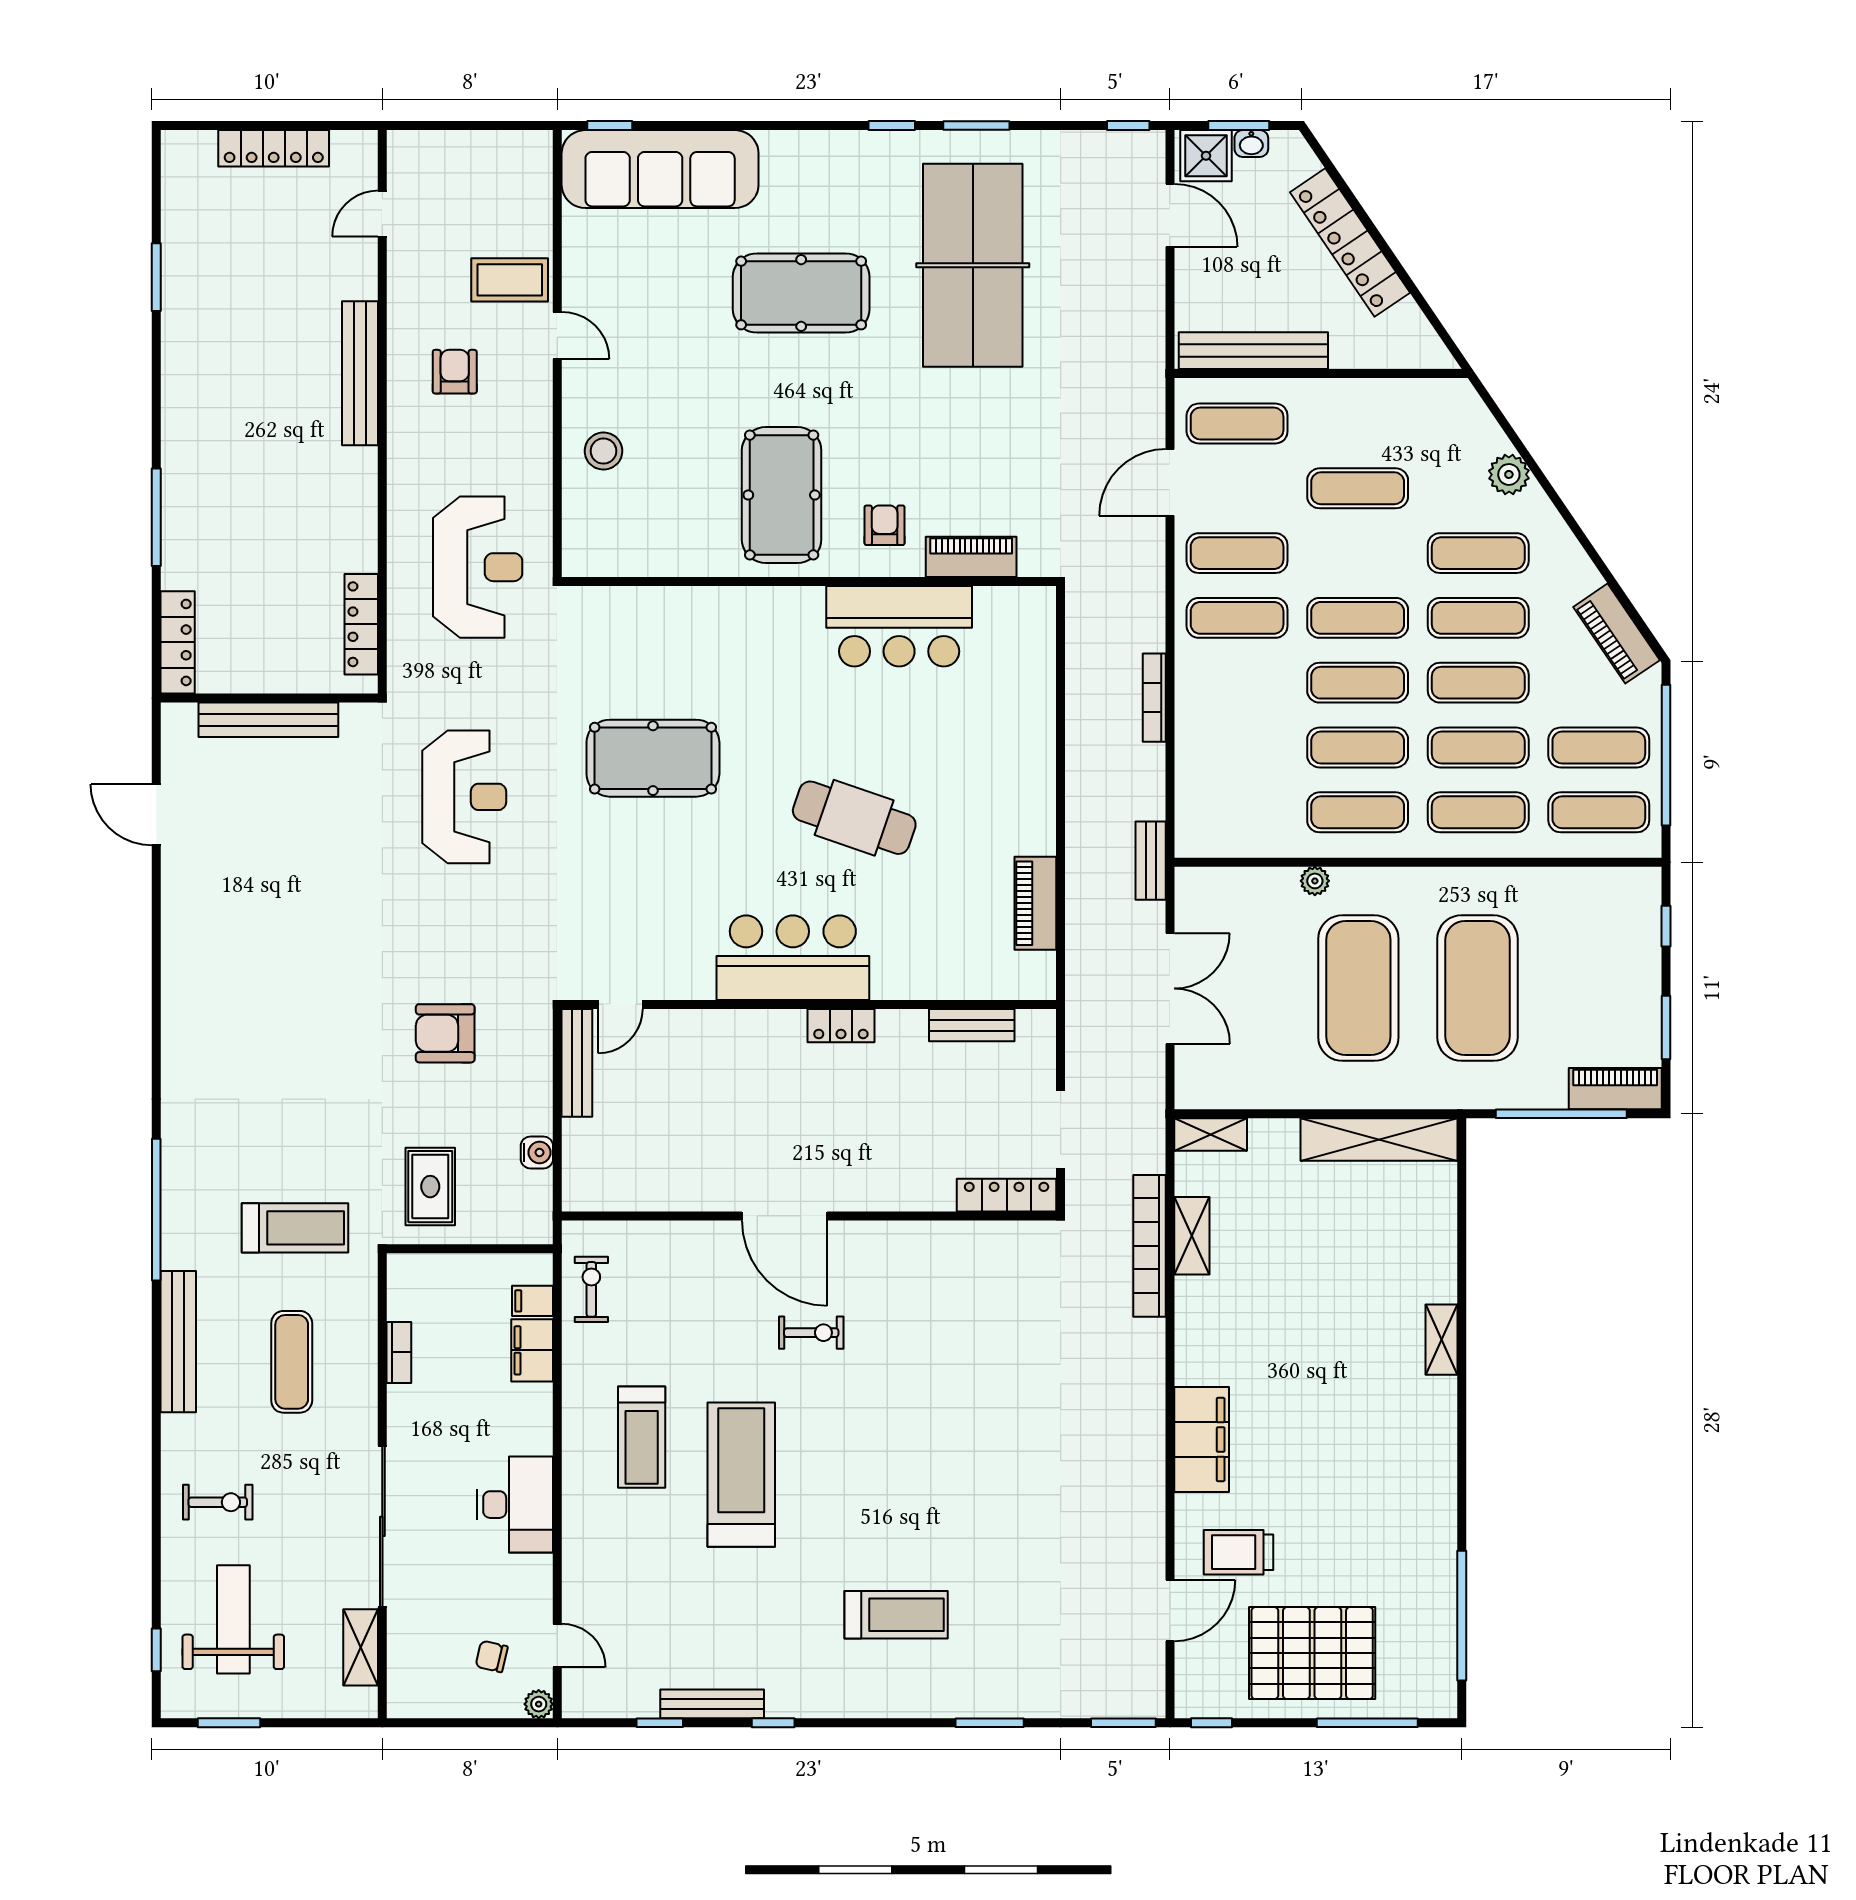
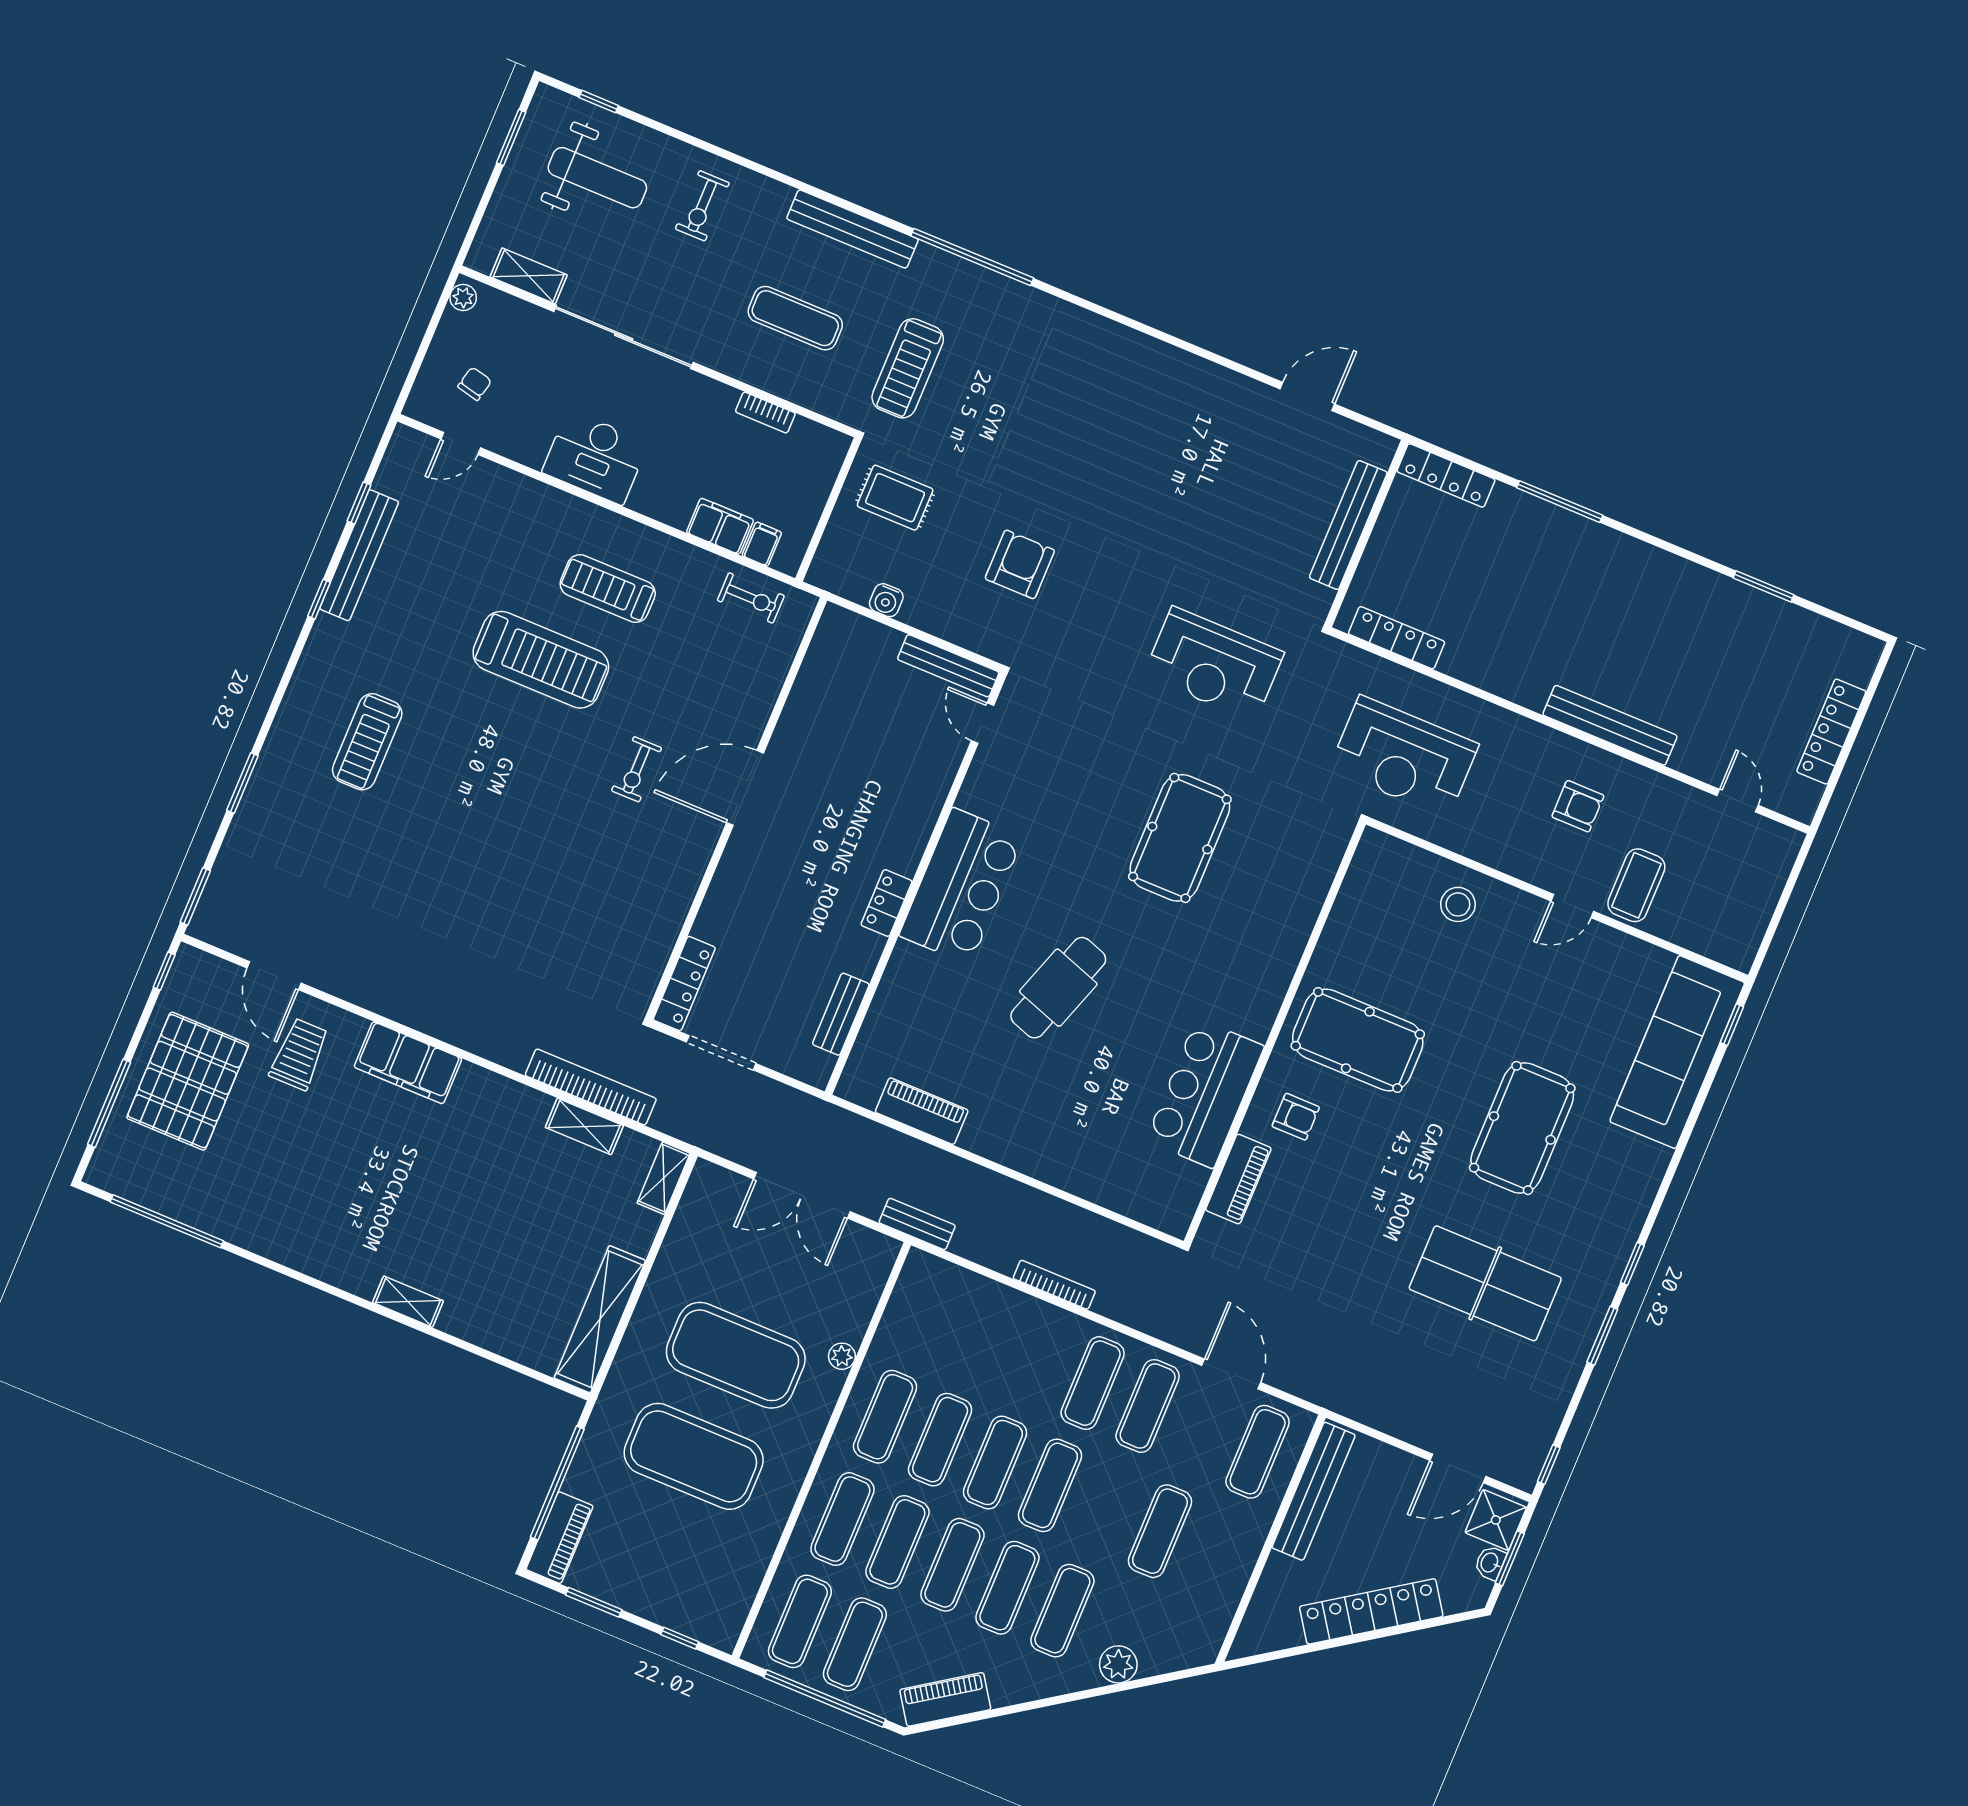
table tennis table: (973, 265) -> (1485, 1283), width x0.73, depth x0.76
plant: (539, 1704) -> (463, 297), moved
bench: (712, 1704) -> (359, 555), width x1.37, depth x1.21

